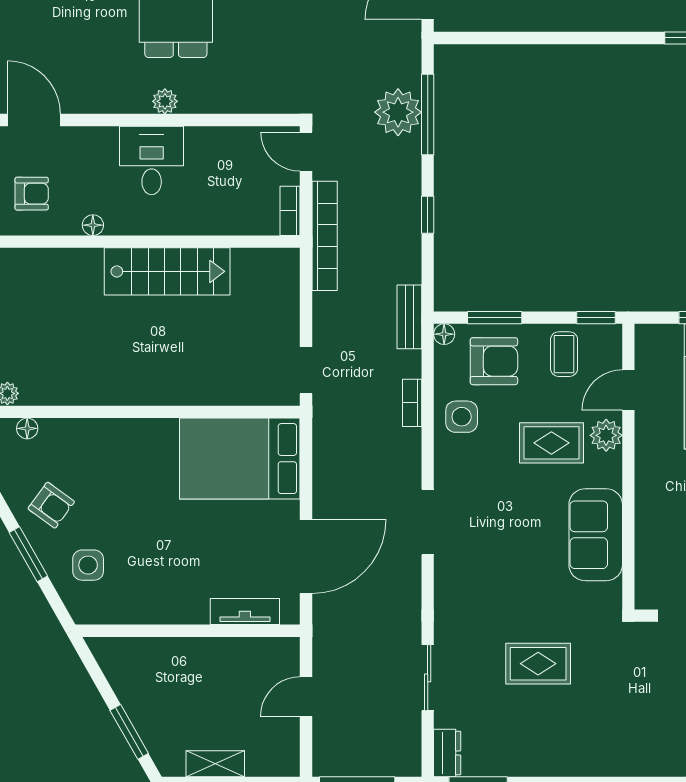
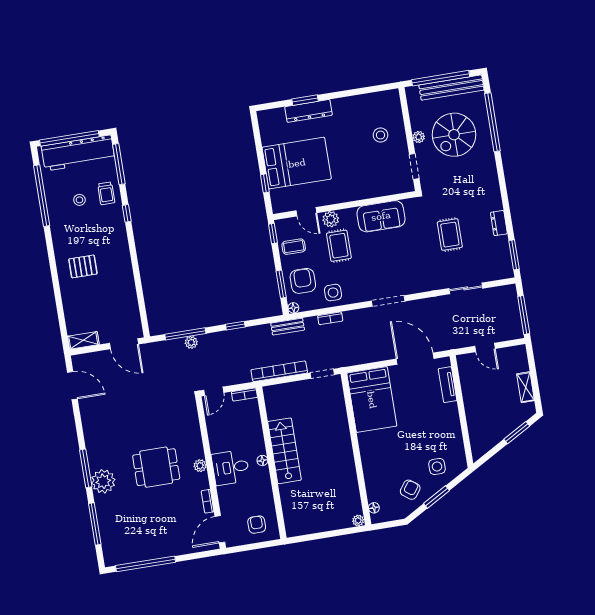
bookcase: (93, 105) -> (208, 501), added
plant: (398, 112) -> (191, 342), width x0.53, depth x0.53
floor lamp: (93, 225) -> (262, 460), moved
bookcase: (325, 236) -> (279, 371), moved
dresser: (447, 753) -> (499, 223), moved, turned -90

